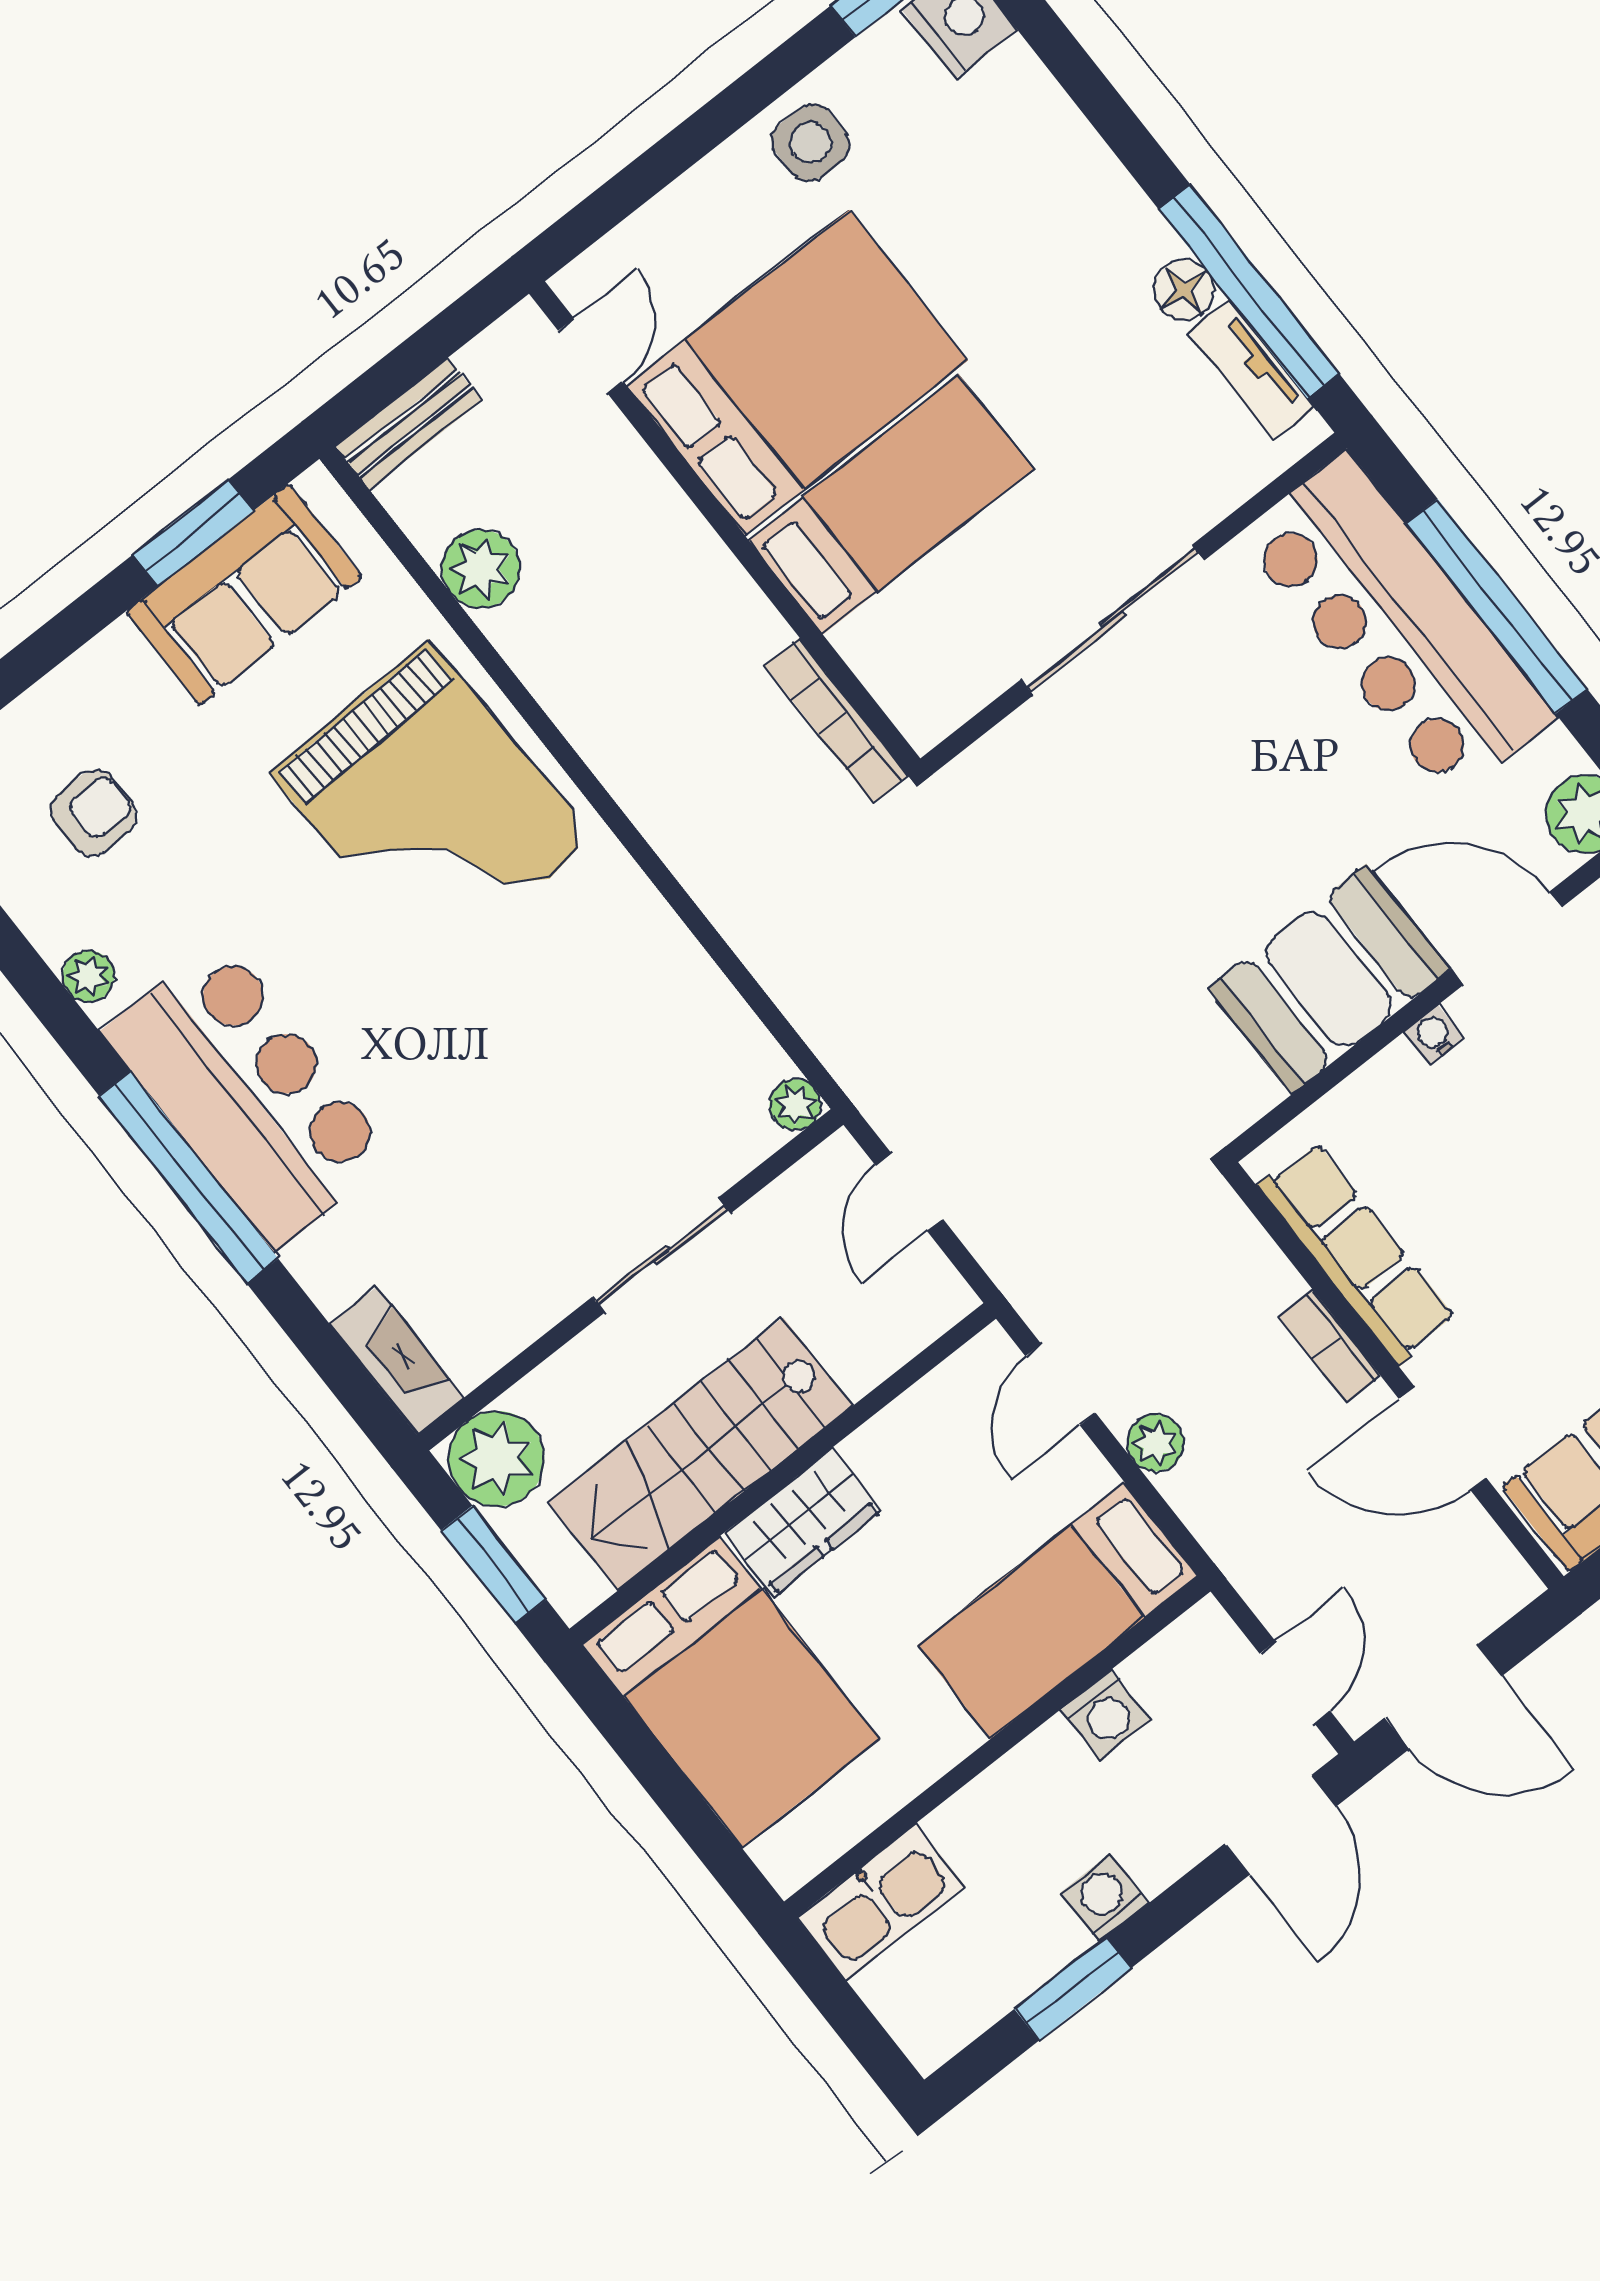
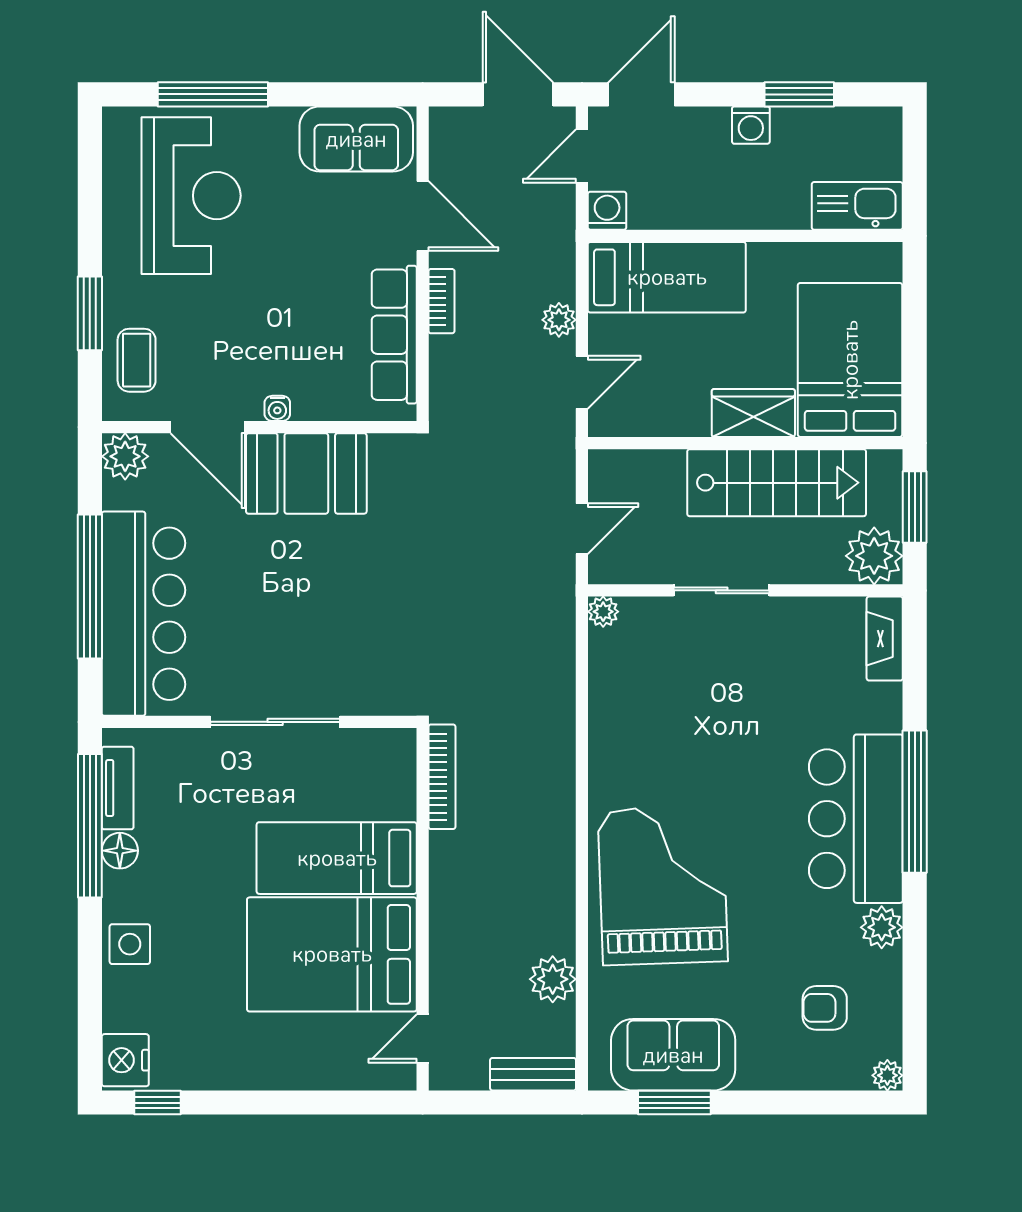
side table: (811, 143) -> (130, 944), moved
plant: (88, 976) -> (882, 927), width x1.38, depth x1.38
washing machine: (1105, 1715) -> (607, 211), moved

